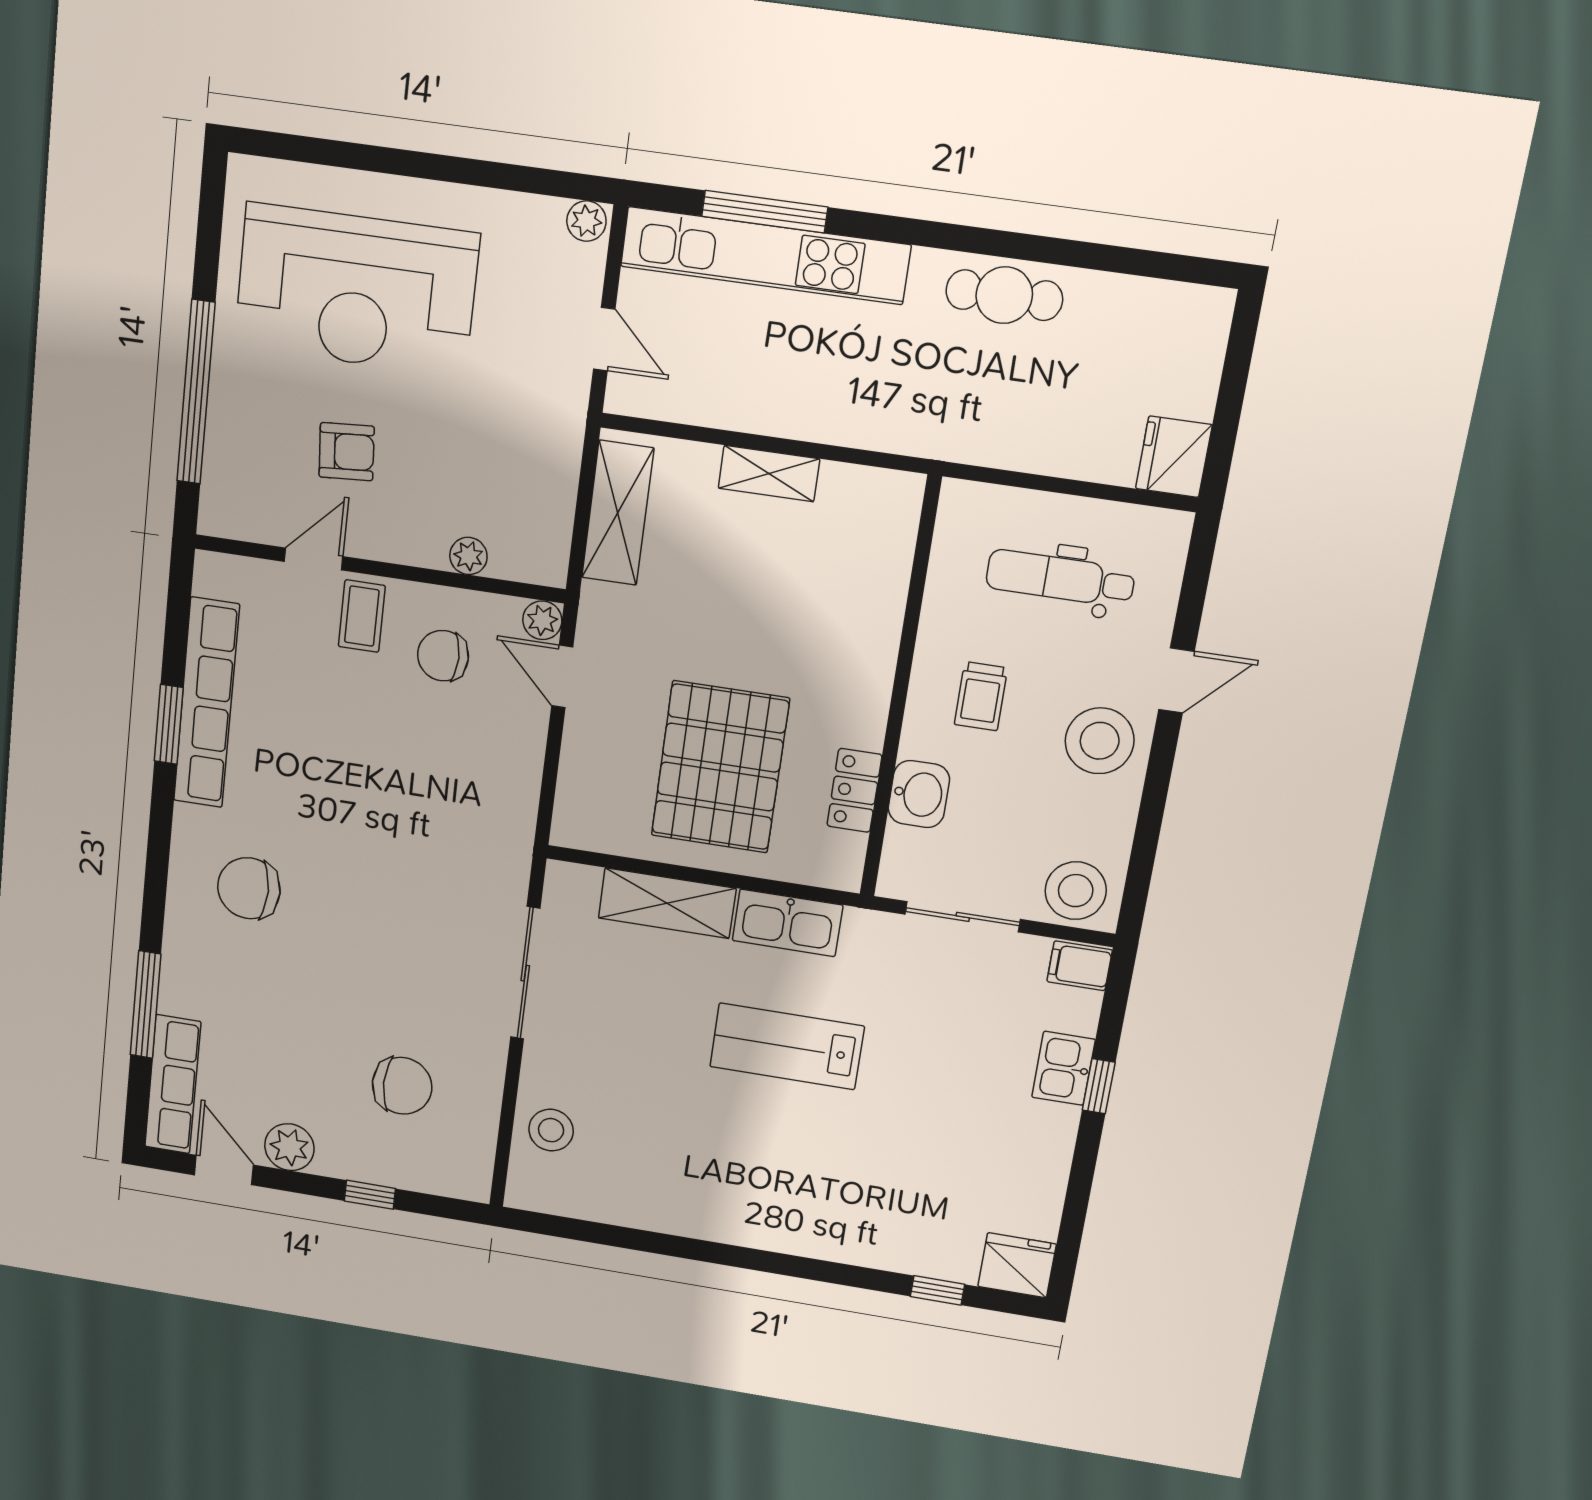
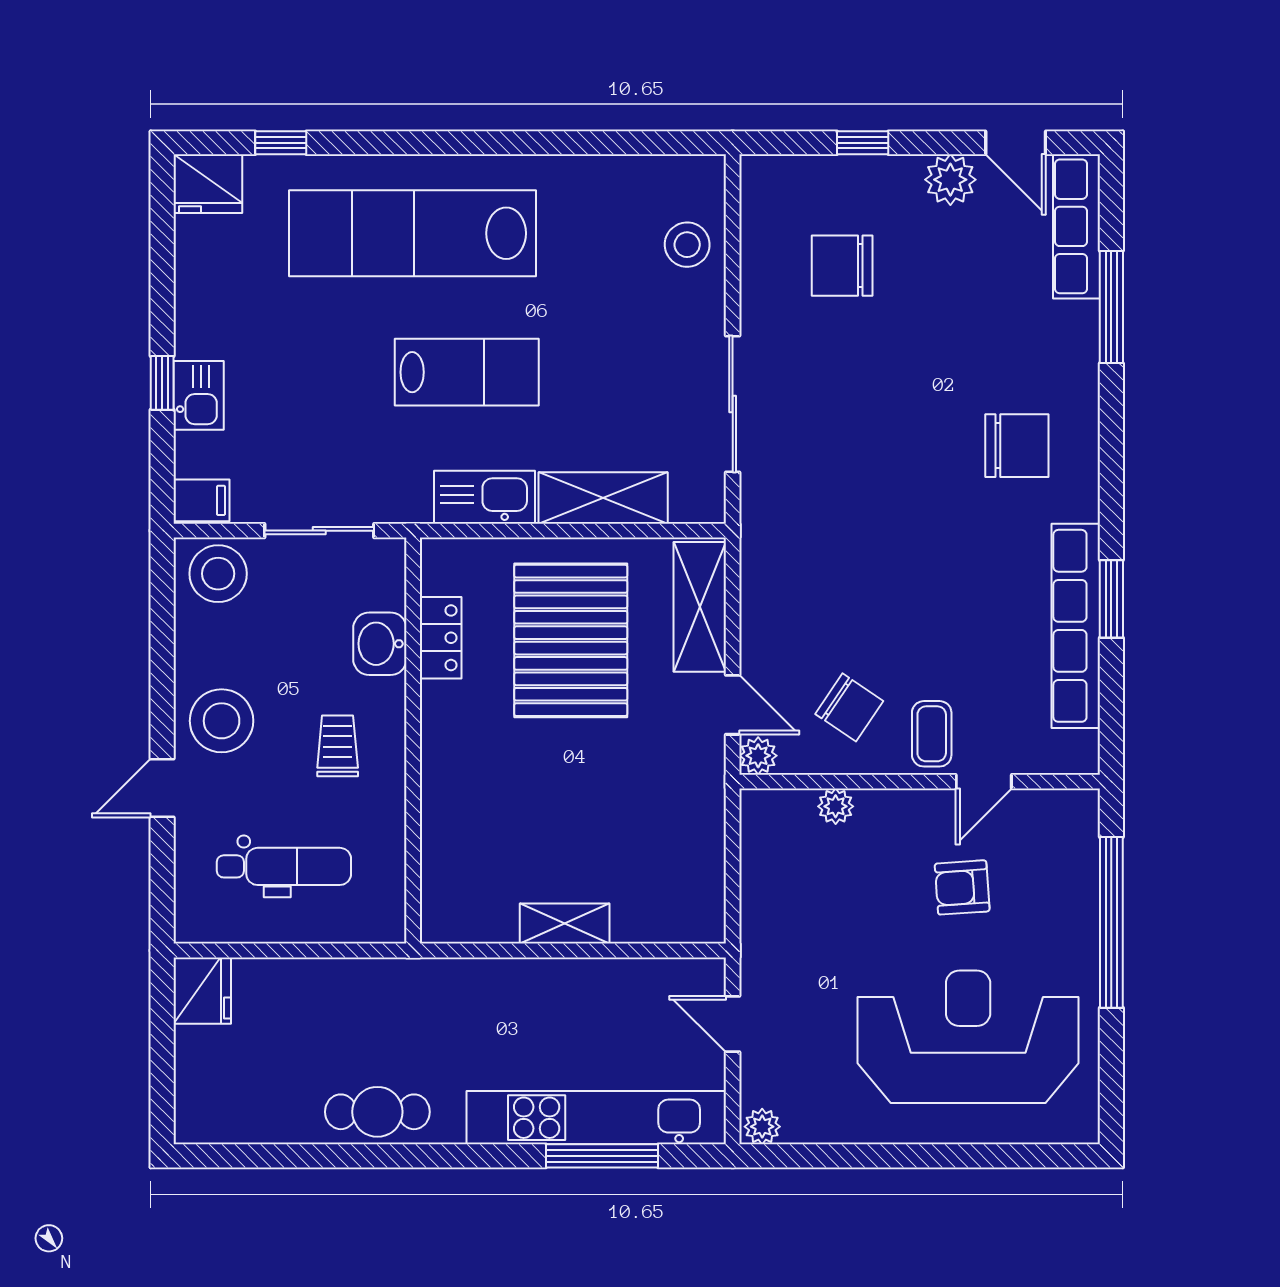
shelving: (618, 513) -> (700, 607), moved
chair: (443, 656) -> (849, 707), turned 34
lab bench: (821, 1186) -> (412, 233), added

